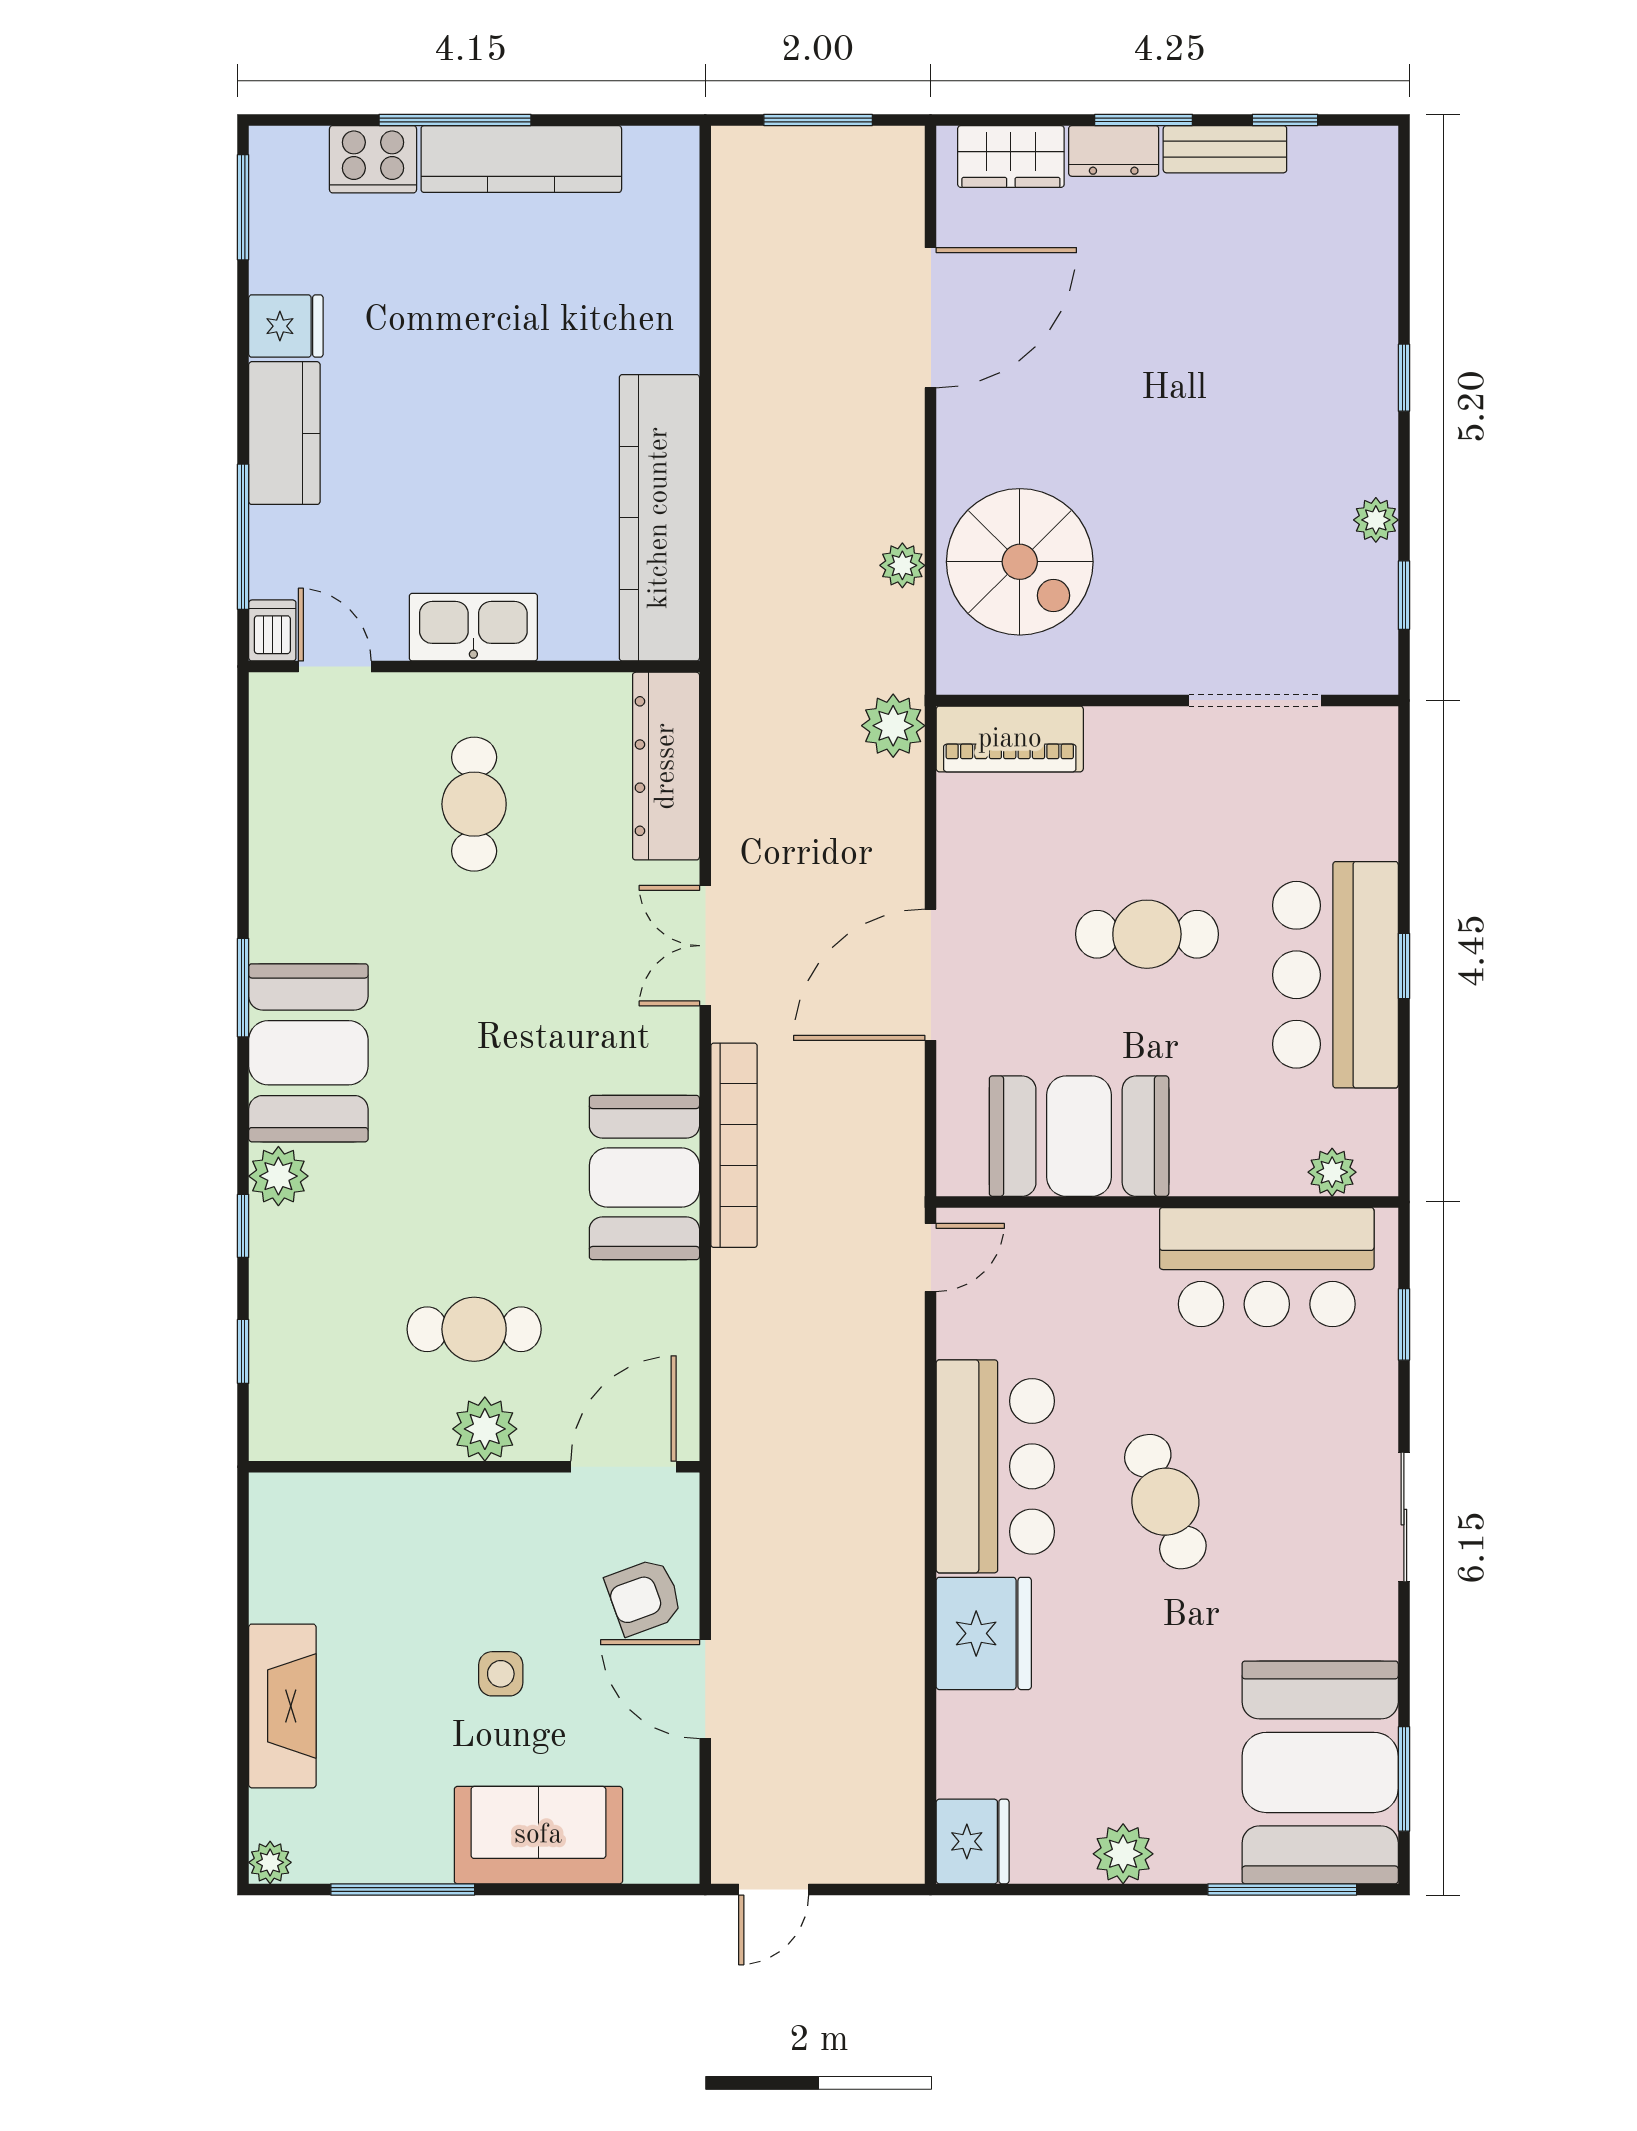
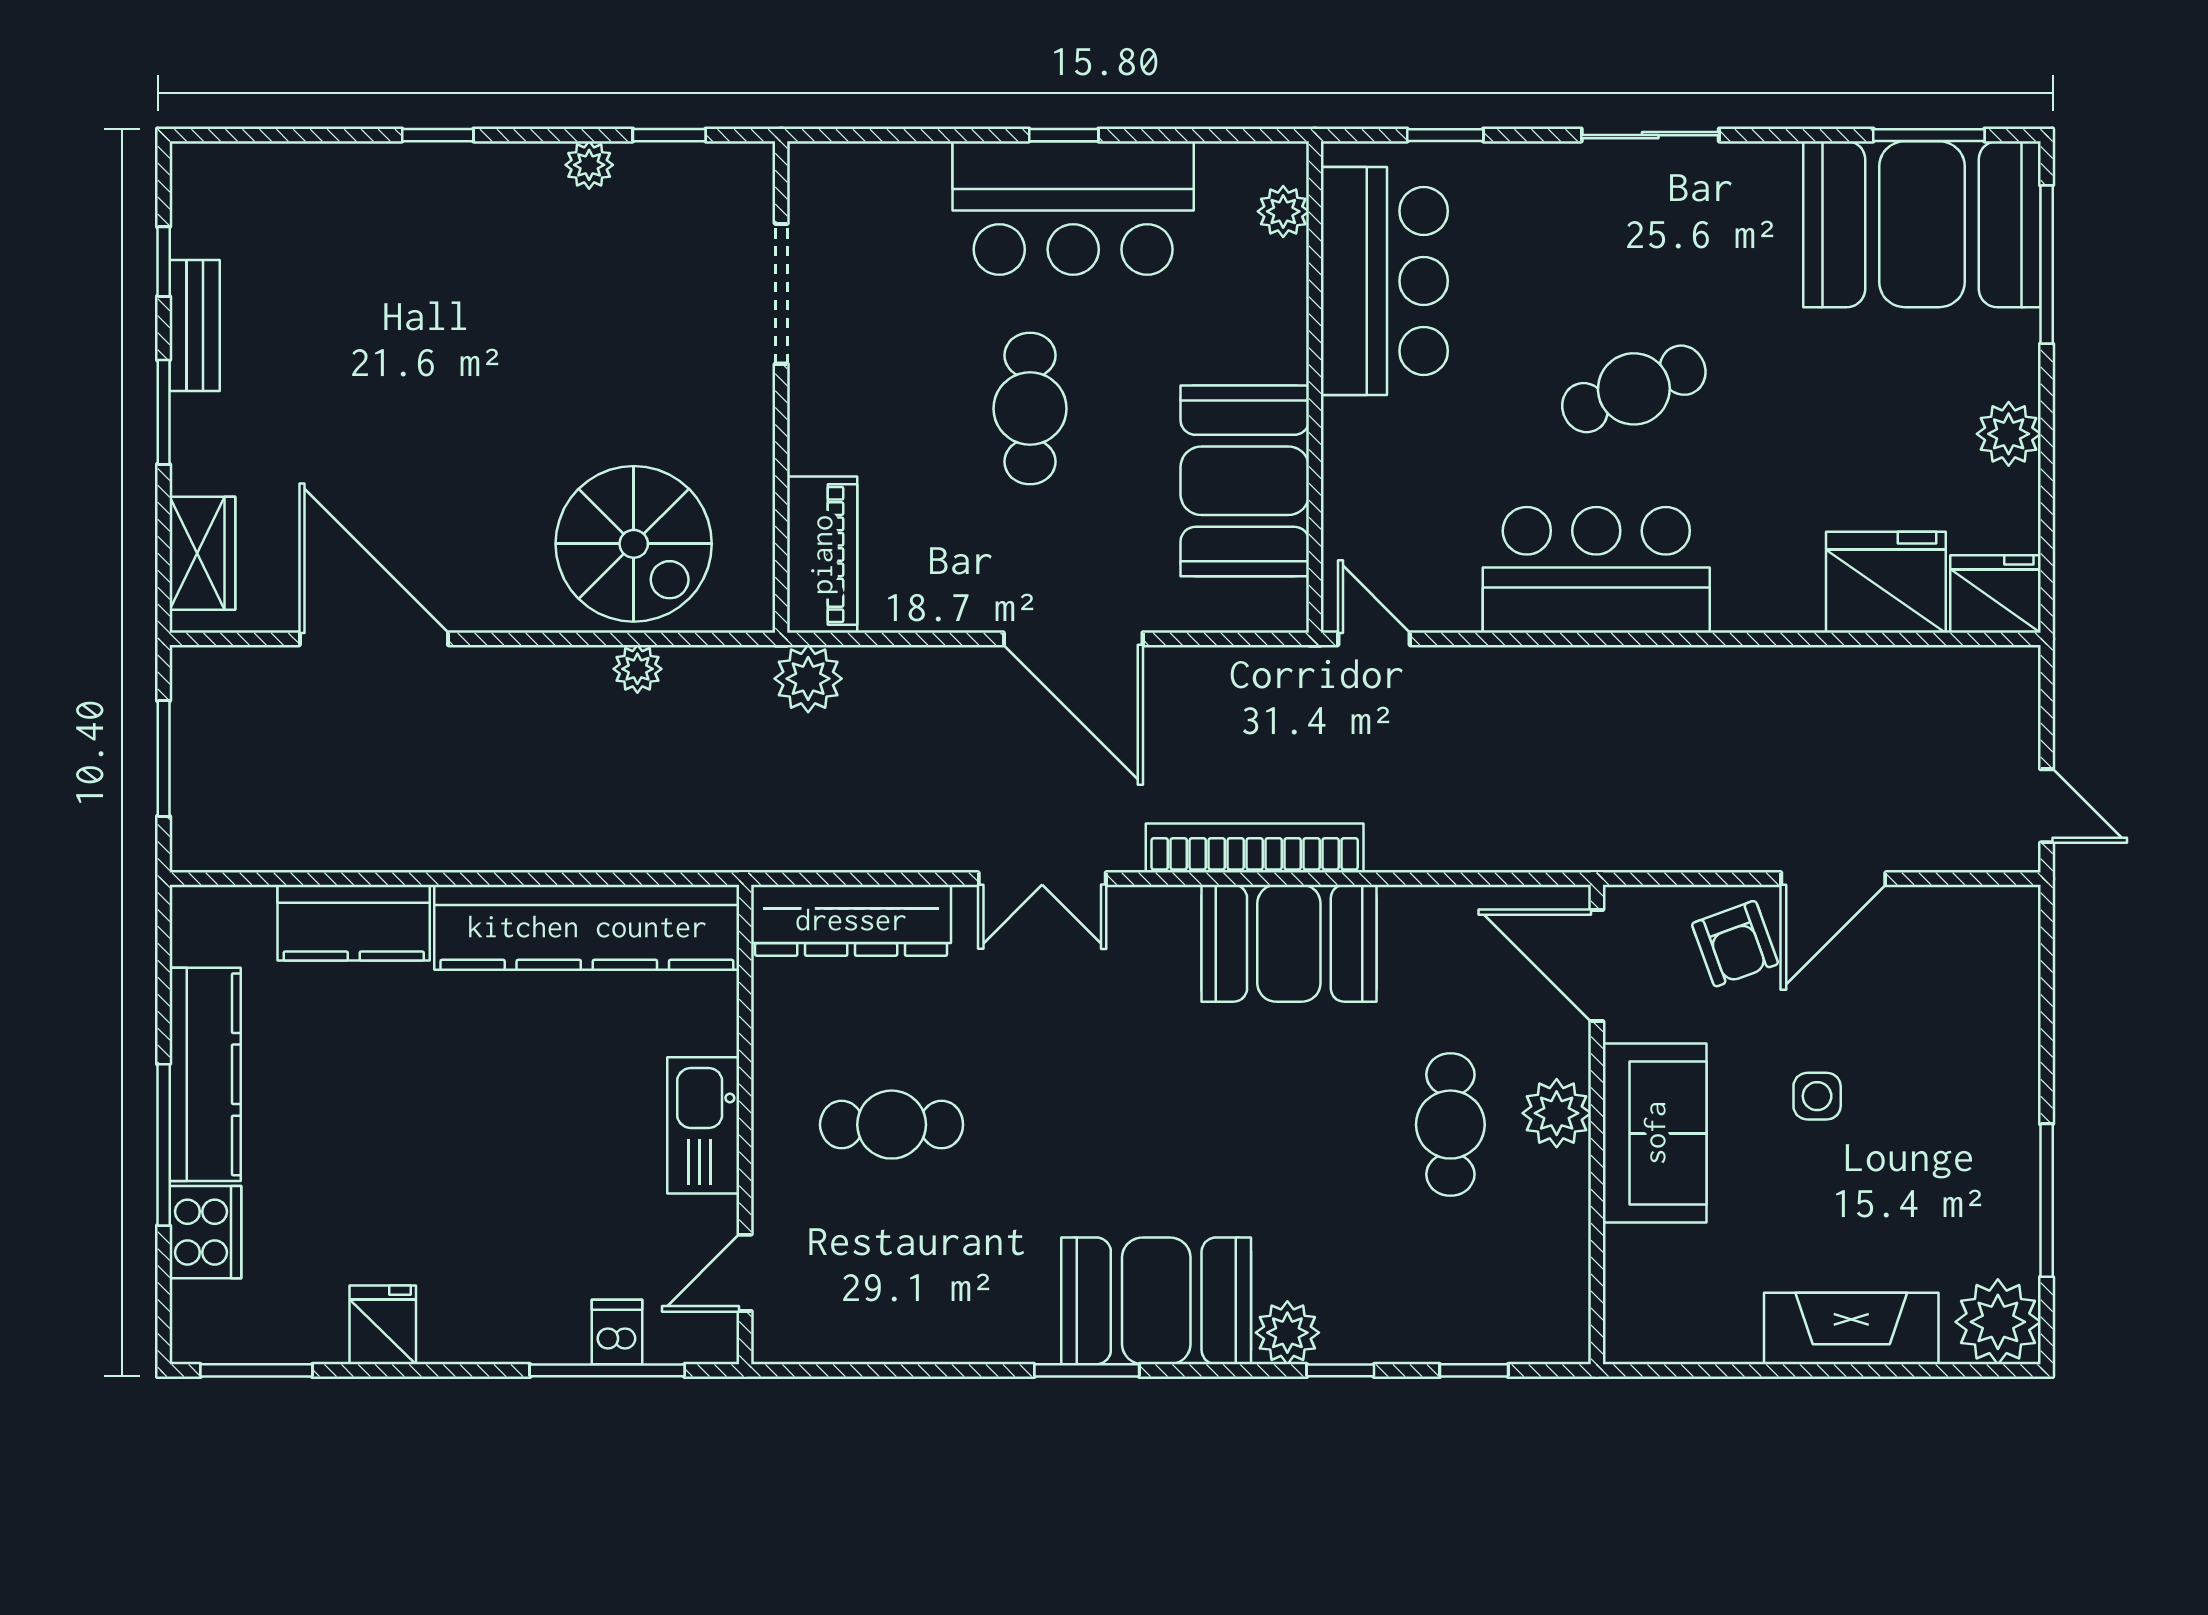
dresser: (1114, 151) -> (196, 444), removed
kitchen counter: (284, 433) -> (354, 923), moved, turned 180
spiral stairs: (1020, 562) -> (634, 544), turned 90
dishwasher: (272, 630) -> (617, 1332), moved, turned 90
fridge: (984, 1633) -> (1886, 582), moved
sofa: (538, 1835) -> (1655, 1133), moved, turned 180
plant: (270, 1862) -> (1998, 1322), width x1.87, depth x1.87

